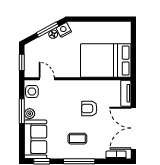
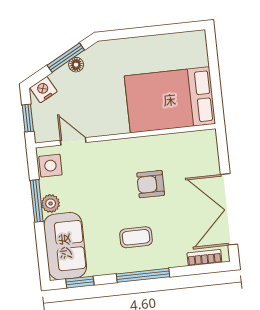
nightstand: (64, 30) -> (44, 90), moved
tv unit: (126, 93) -> (210, 152), removed

